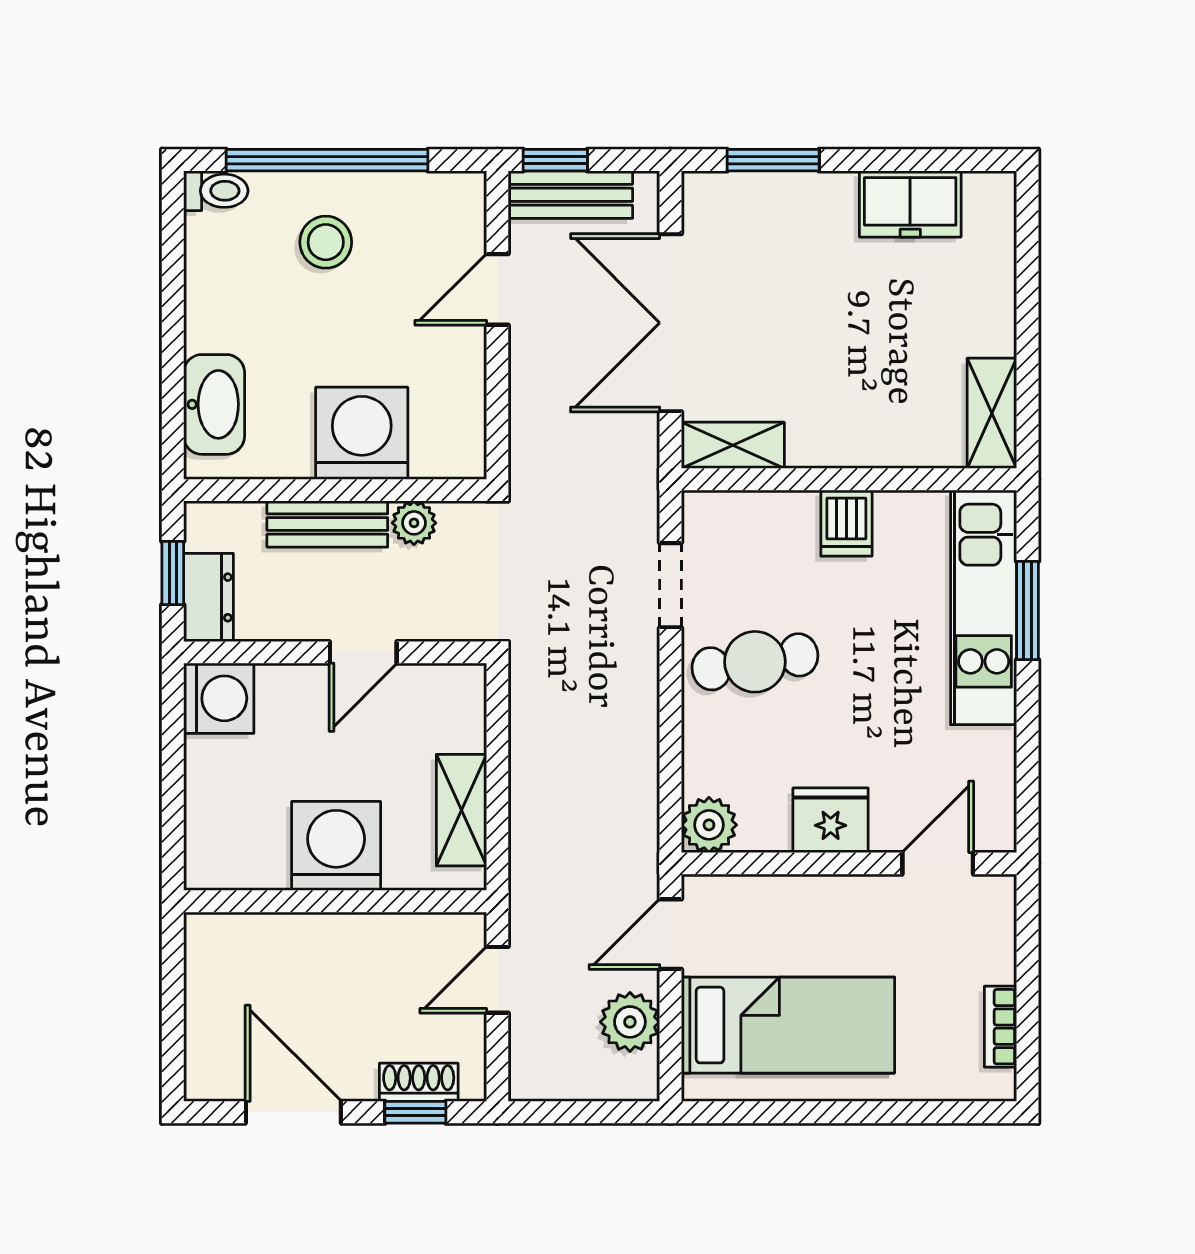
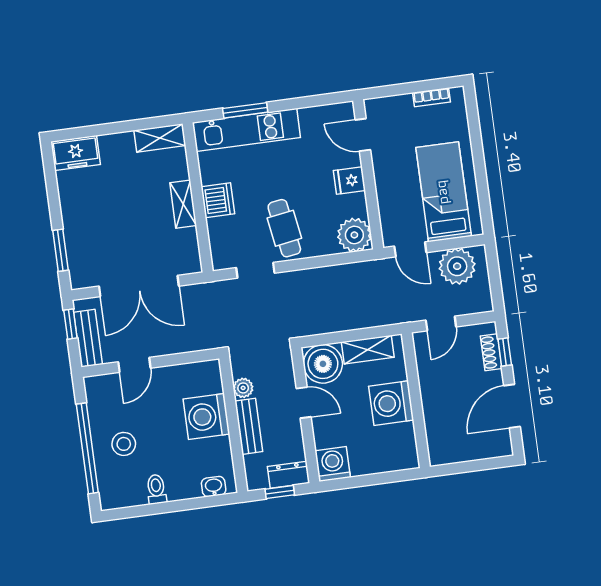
window: (555, 160) -> (70, 324), moved
toilet: (216, 191) -> (156, 489), moved
freezer: (910, 204) -> (76, 153), moved, turned 90
door: (497, 289) -> (134, 365), hinge flipped
washbasin: (214, 404) -> (214, 487), width x0.52, depth x0.69
shelving: (733, 445) -> (183, 204), moved
dishwasher: (846, 523) -> (218, 200), width x1.38
boiler: (443, 707) -> (323, 364), added
fridge: (831, 820) -> (349, 180), width x0.72
plant: (709, 825) -> (354, 235), width x1.36, depth x1.36
door: (497, 980) -> (441, 323), hinge flipped
plant: (630, 1022) -> (457, 266), width x1.36, depth x1.36

